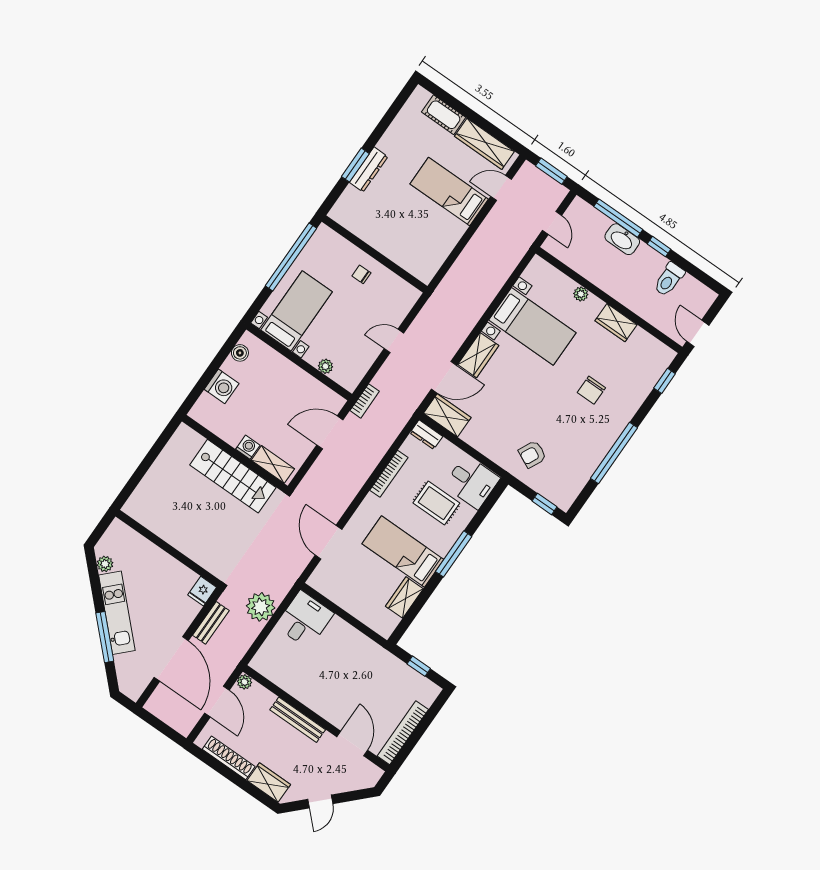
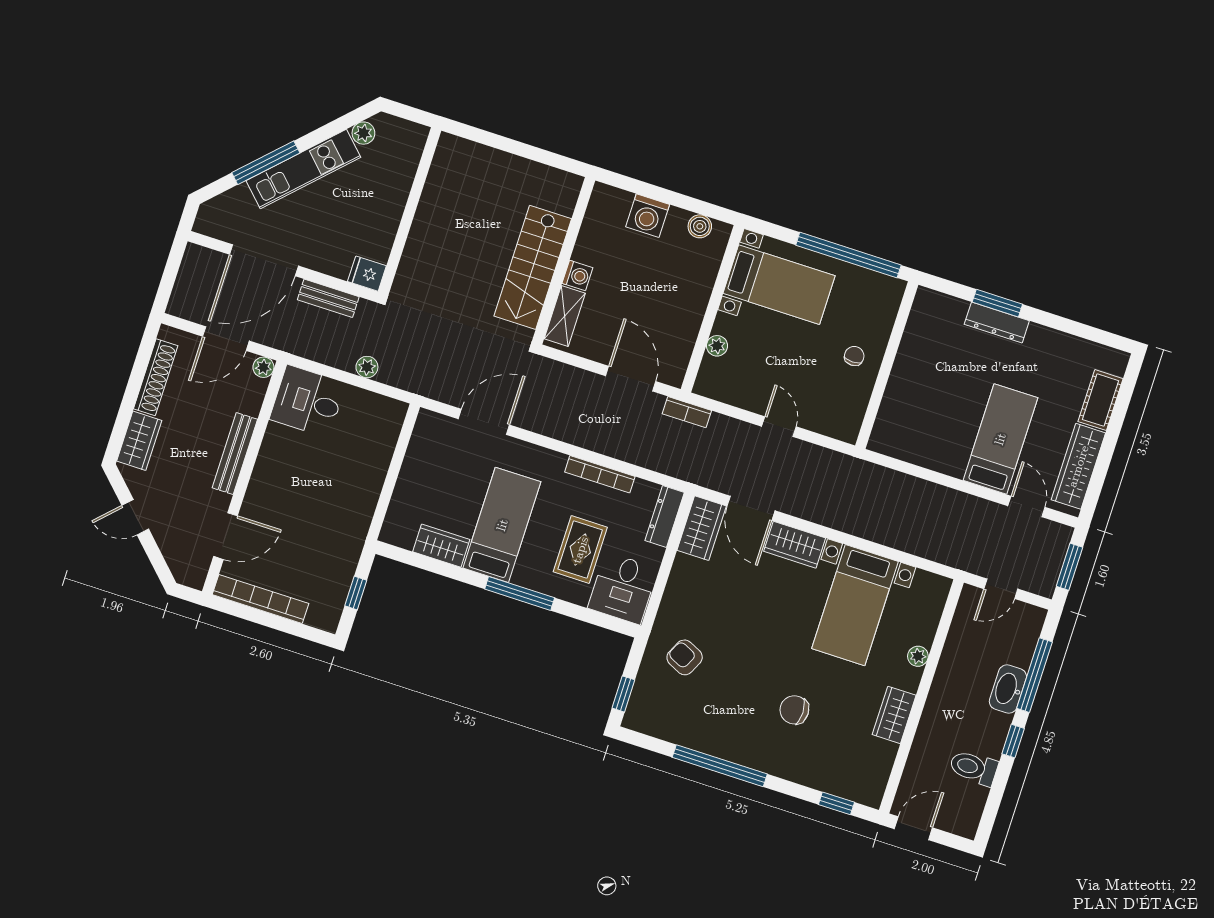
dresser: (426, 435) -> (665, 516), width x1.44
plant: (261, 607) -> (367, 367), width x0.53, depth x0.53
desk: (305, 620) -> (308, 401), moved, turned 180

